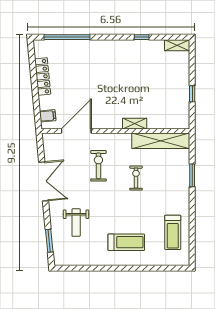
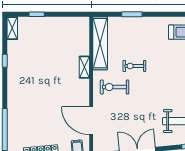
window: (192, 94) -> (37, 14), moved
exercise bike: (98, 166) -> (115, 87), moved

